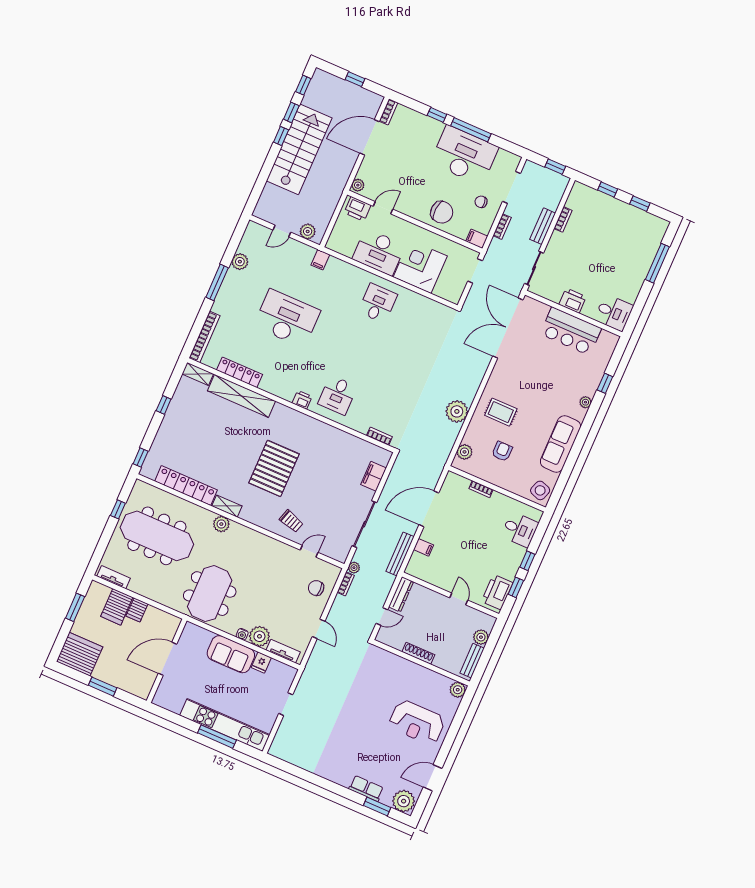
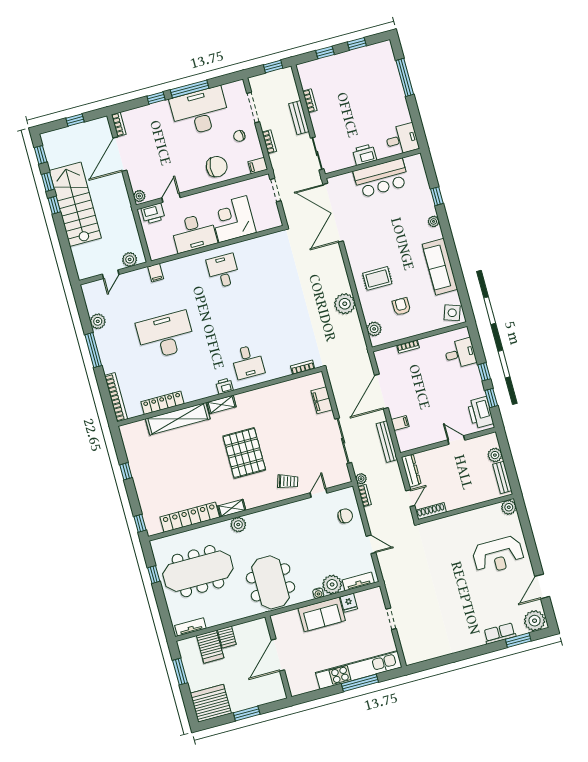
shelving: (198, 374) -> (222, 405), moved
chair: (316, 588) -> (345, 516), turned 180
shoe rack: (418, 653) -> (431, 511), moved

